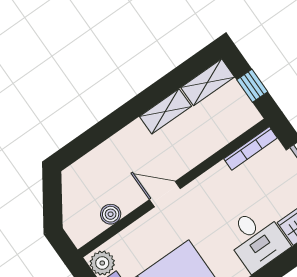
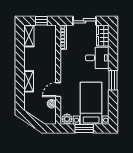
shelving: (165, 111) -> (29, 81), moved
door: (165, 194) -> (58, 90), moved

